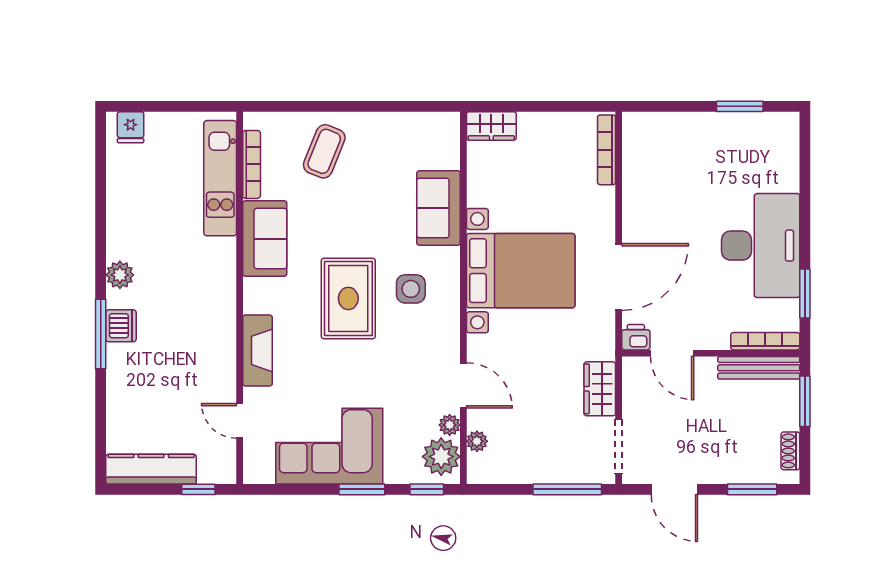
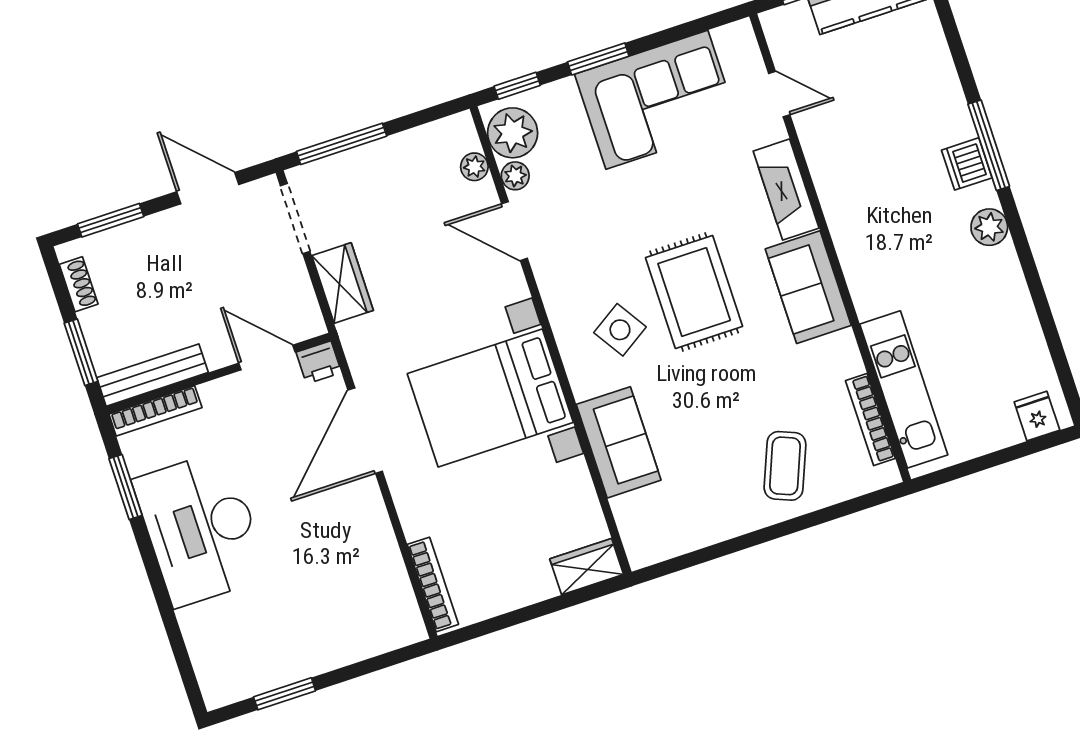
sofa: (265, 239) -> (808, 287), moved
side table: (411, 289) -> (620, 330), turned -33

